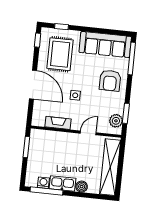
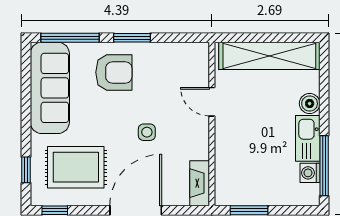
window: (126, 113) -> (132, 38), moved
plant: (116, 121) -> (185, 54), removed
fireplace: (58, 123) -> (200, 183), moved

